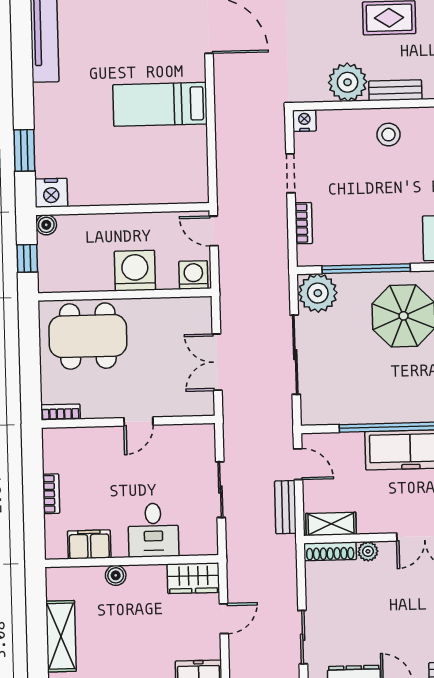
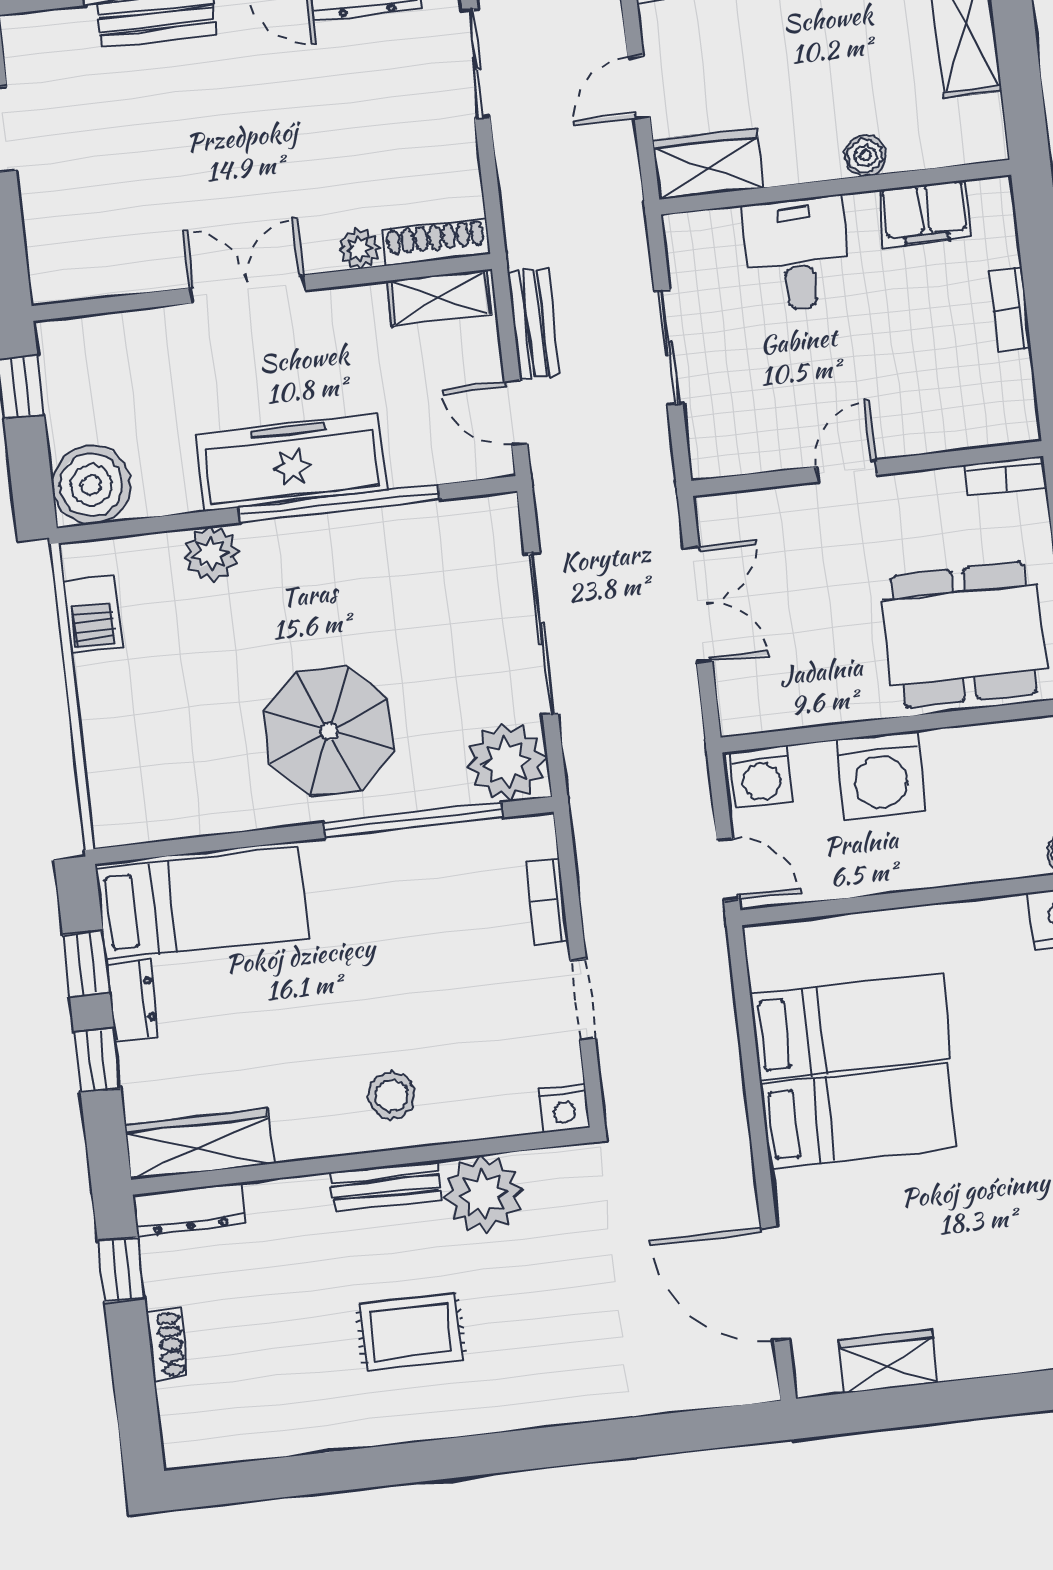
bed: (160, 149) -> (851, 1026), added

